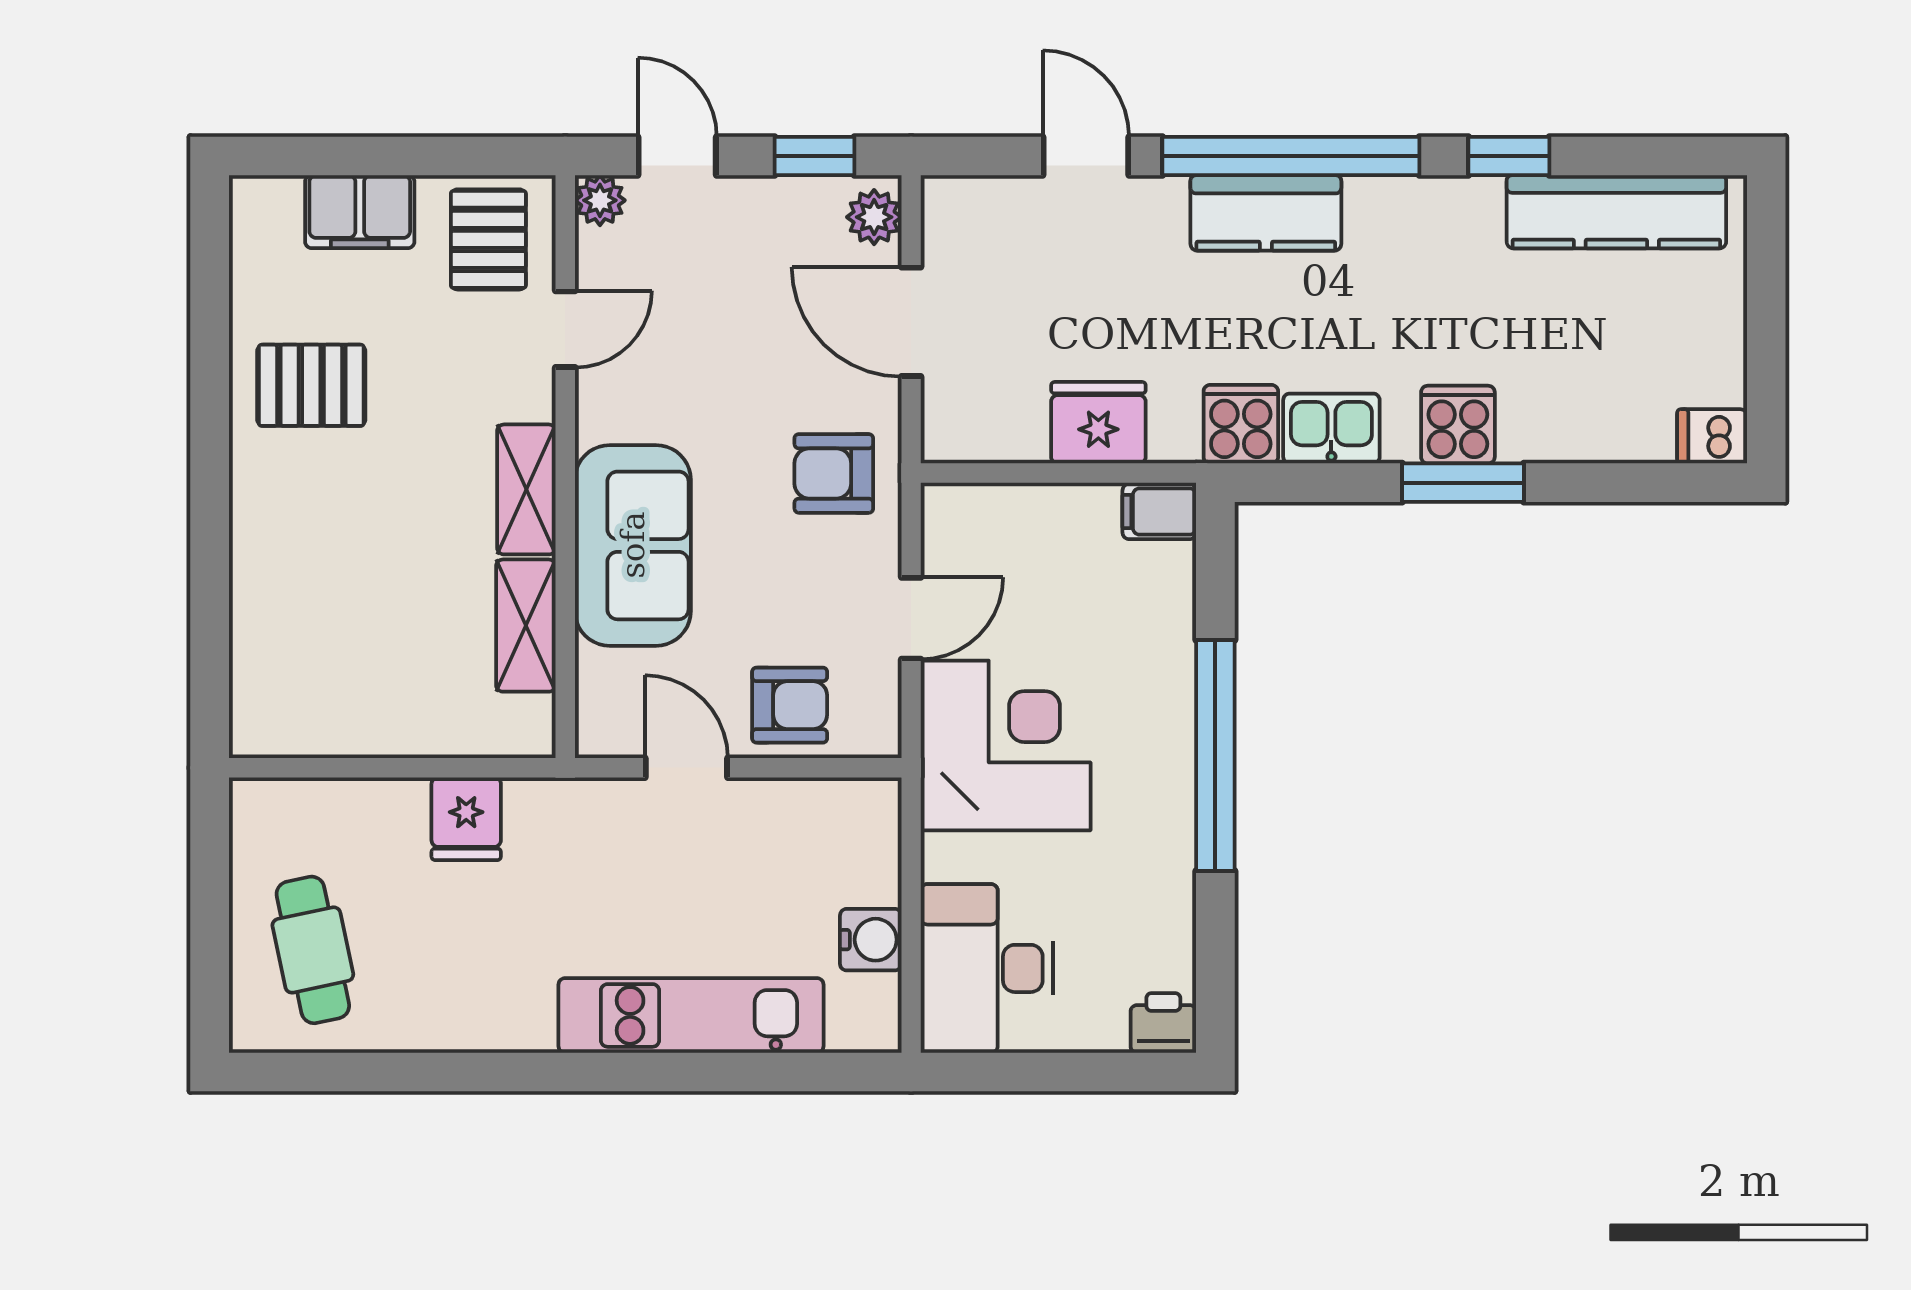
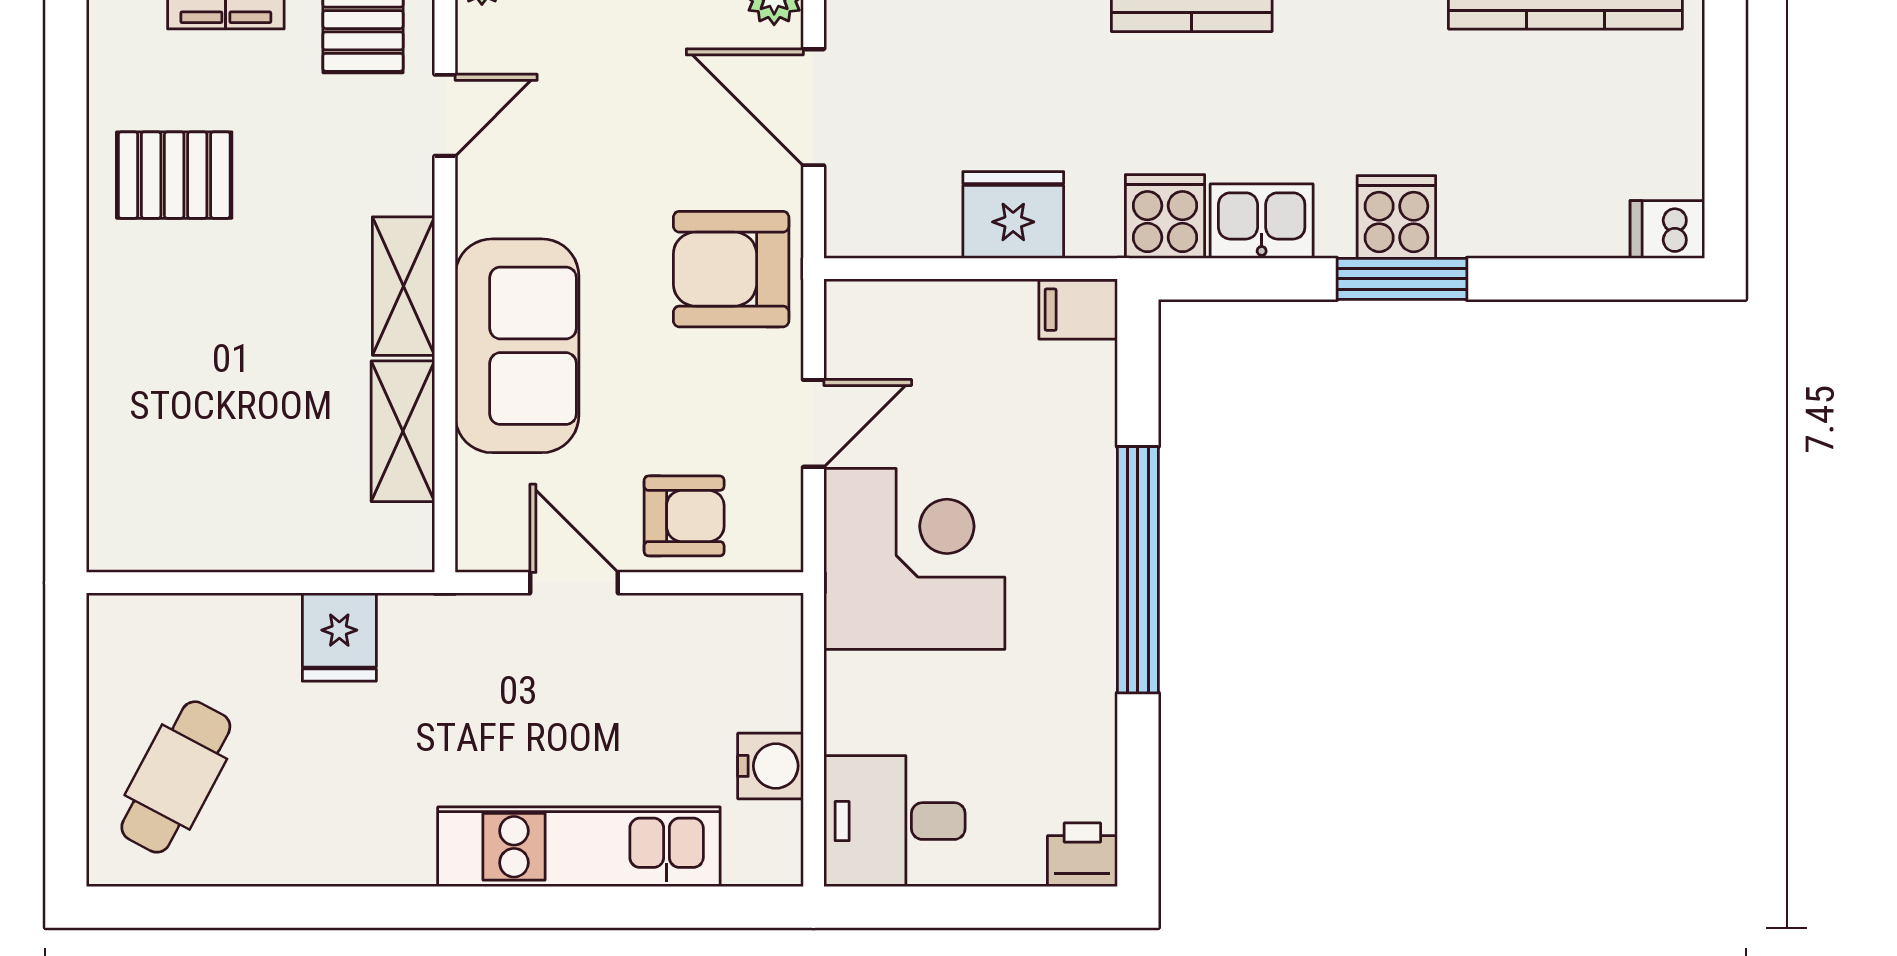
armchair: (834, 473) -> (731, 269), width x1.38, depth x1.38
cafe table: (313, 950) -> (176, 777), turned 40
desk: (987, 968) -> (894, 821), width x0.73

